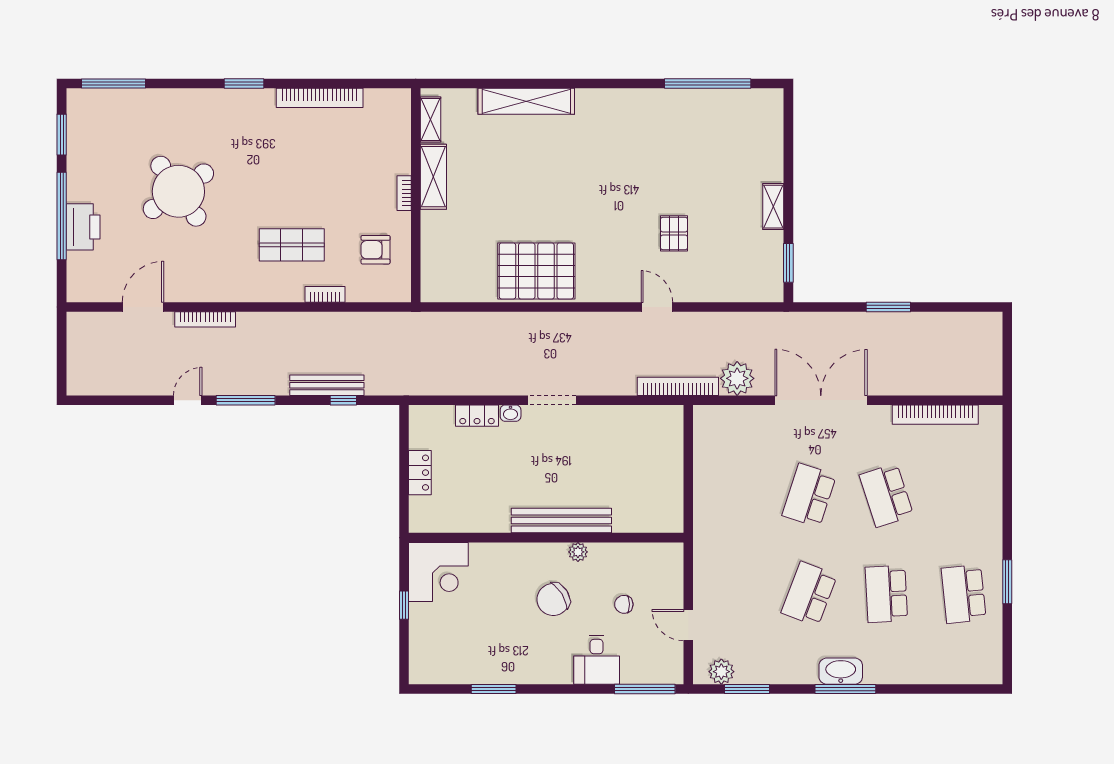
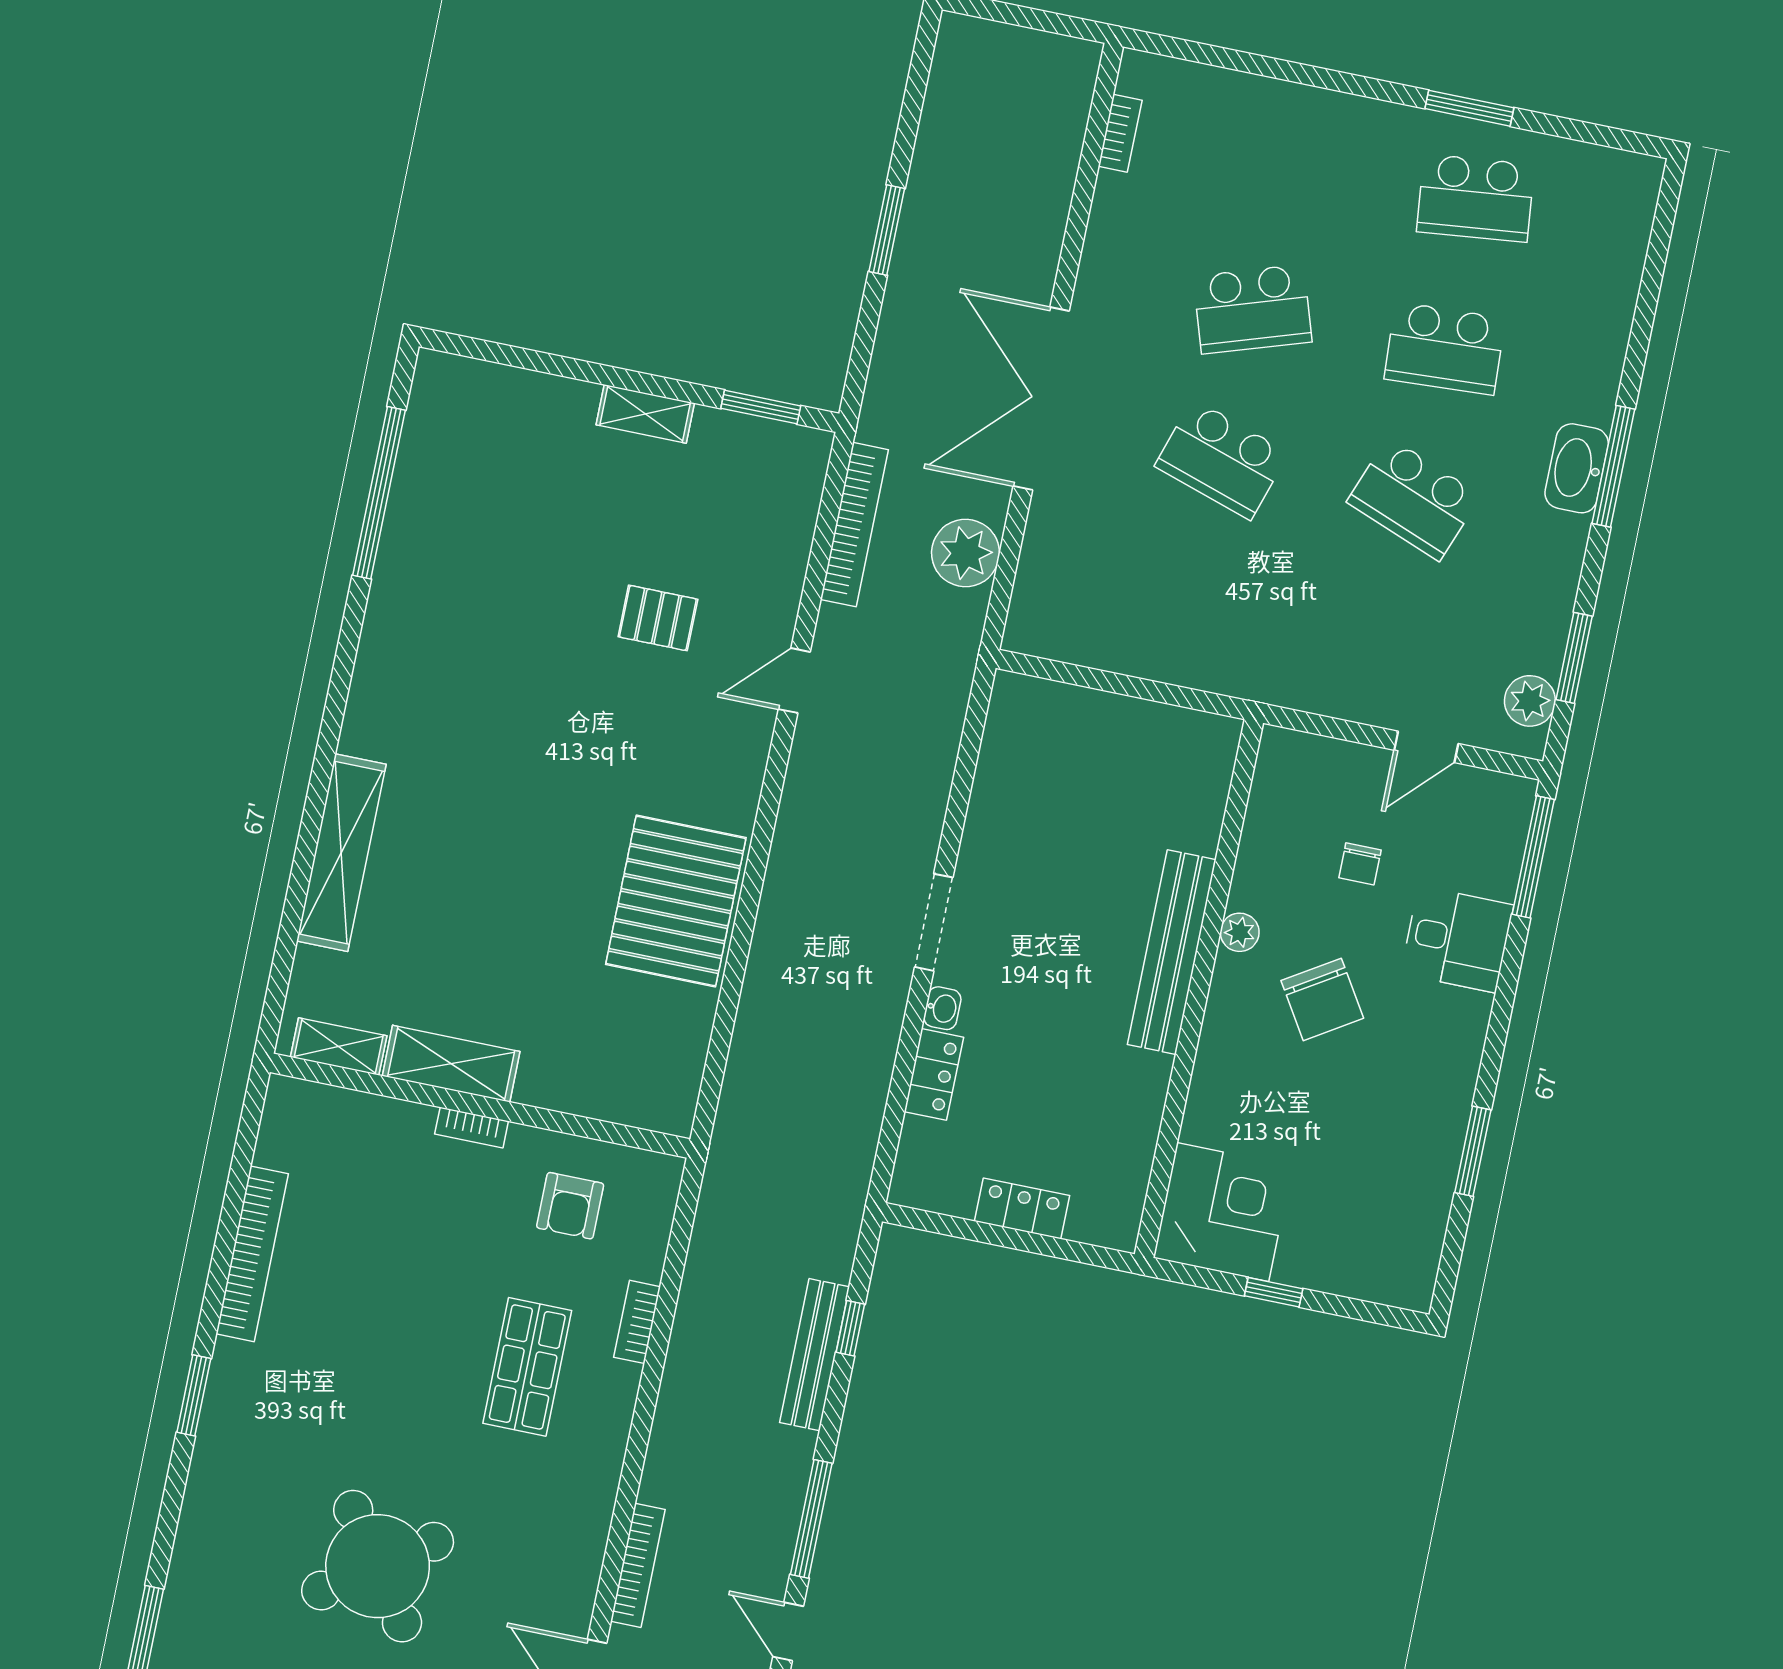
bookcase: (678, 386) -> (854, 525), moved, turned 180
bookcase: (935, 415) -> (1120, 133), width x0.43, depth x0.76

